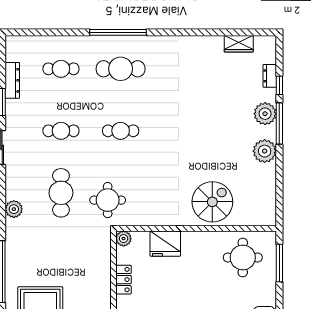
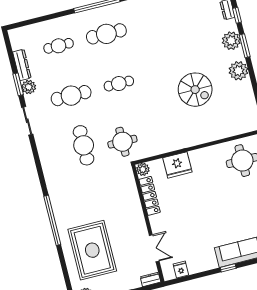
window: (279, 124) -> (245, 46), width x0.69
cafe table: (61, 131) -> (71, 96), width x1.37, depth x1.35
spiral stairs: (212, 202) -> (195, 90), moved, turned 90
plant: (14, 209) -> (29, 87), moved
locker: (123, 280) -> (150, 196), width x1.53

